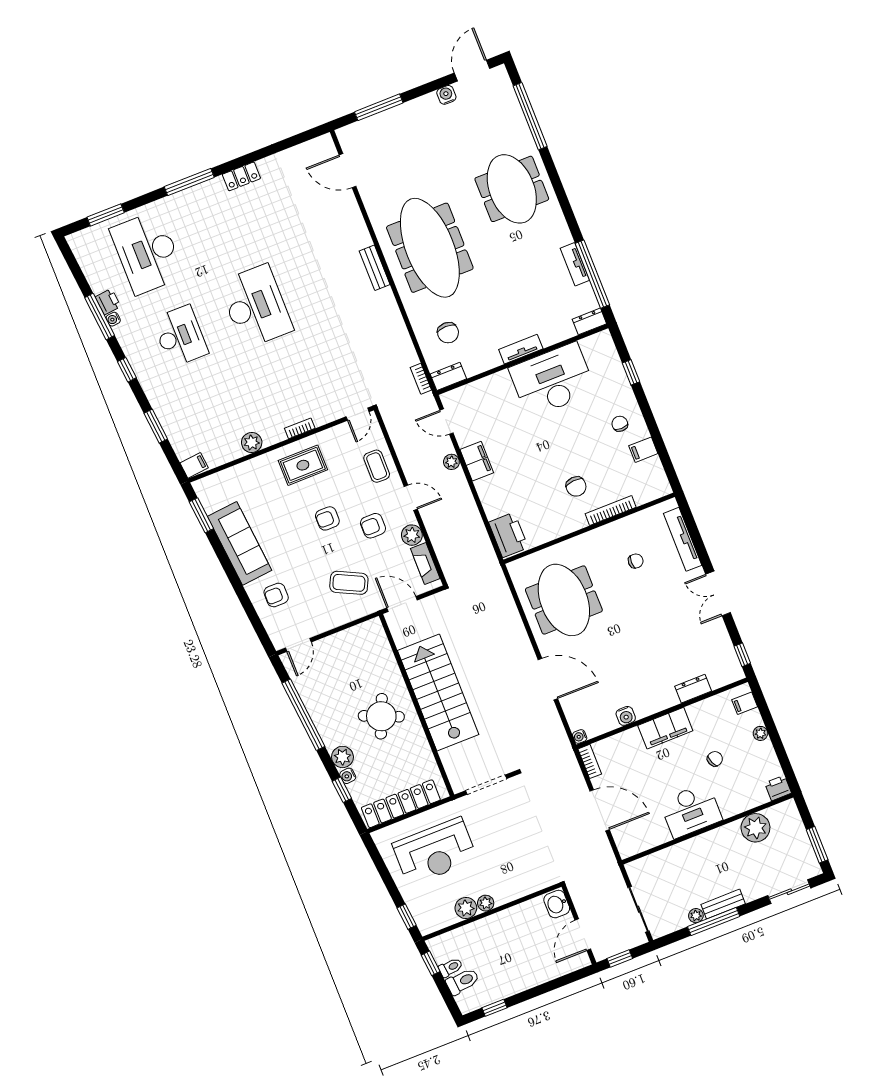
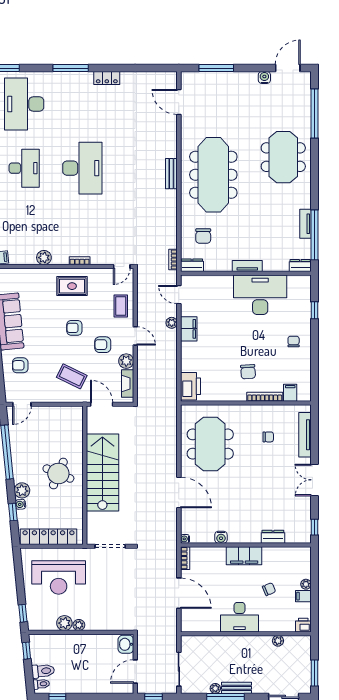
filing cabinet: (643, 450) -> (290, 393), moved, turned 90
filing cabinet: (745, 703) -> (303, 596), moved
plant: (755, 828) -> (278, 641), width x0.53, depth x0.53
toilet: (451, 967) -> (41, 684), moved

